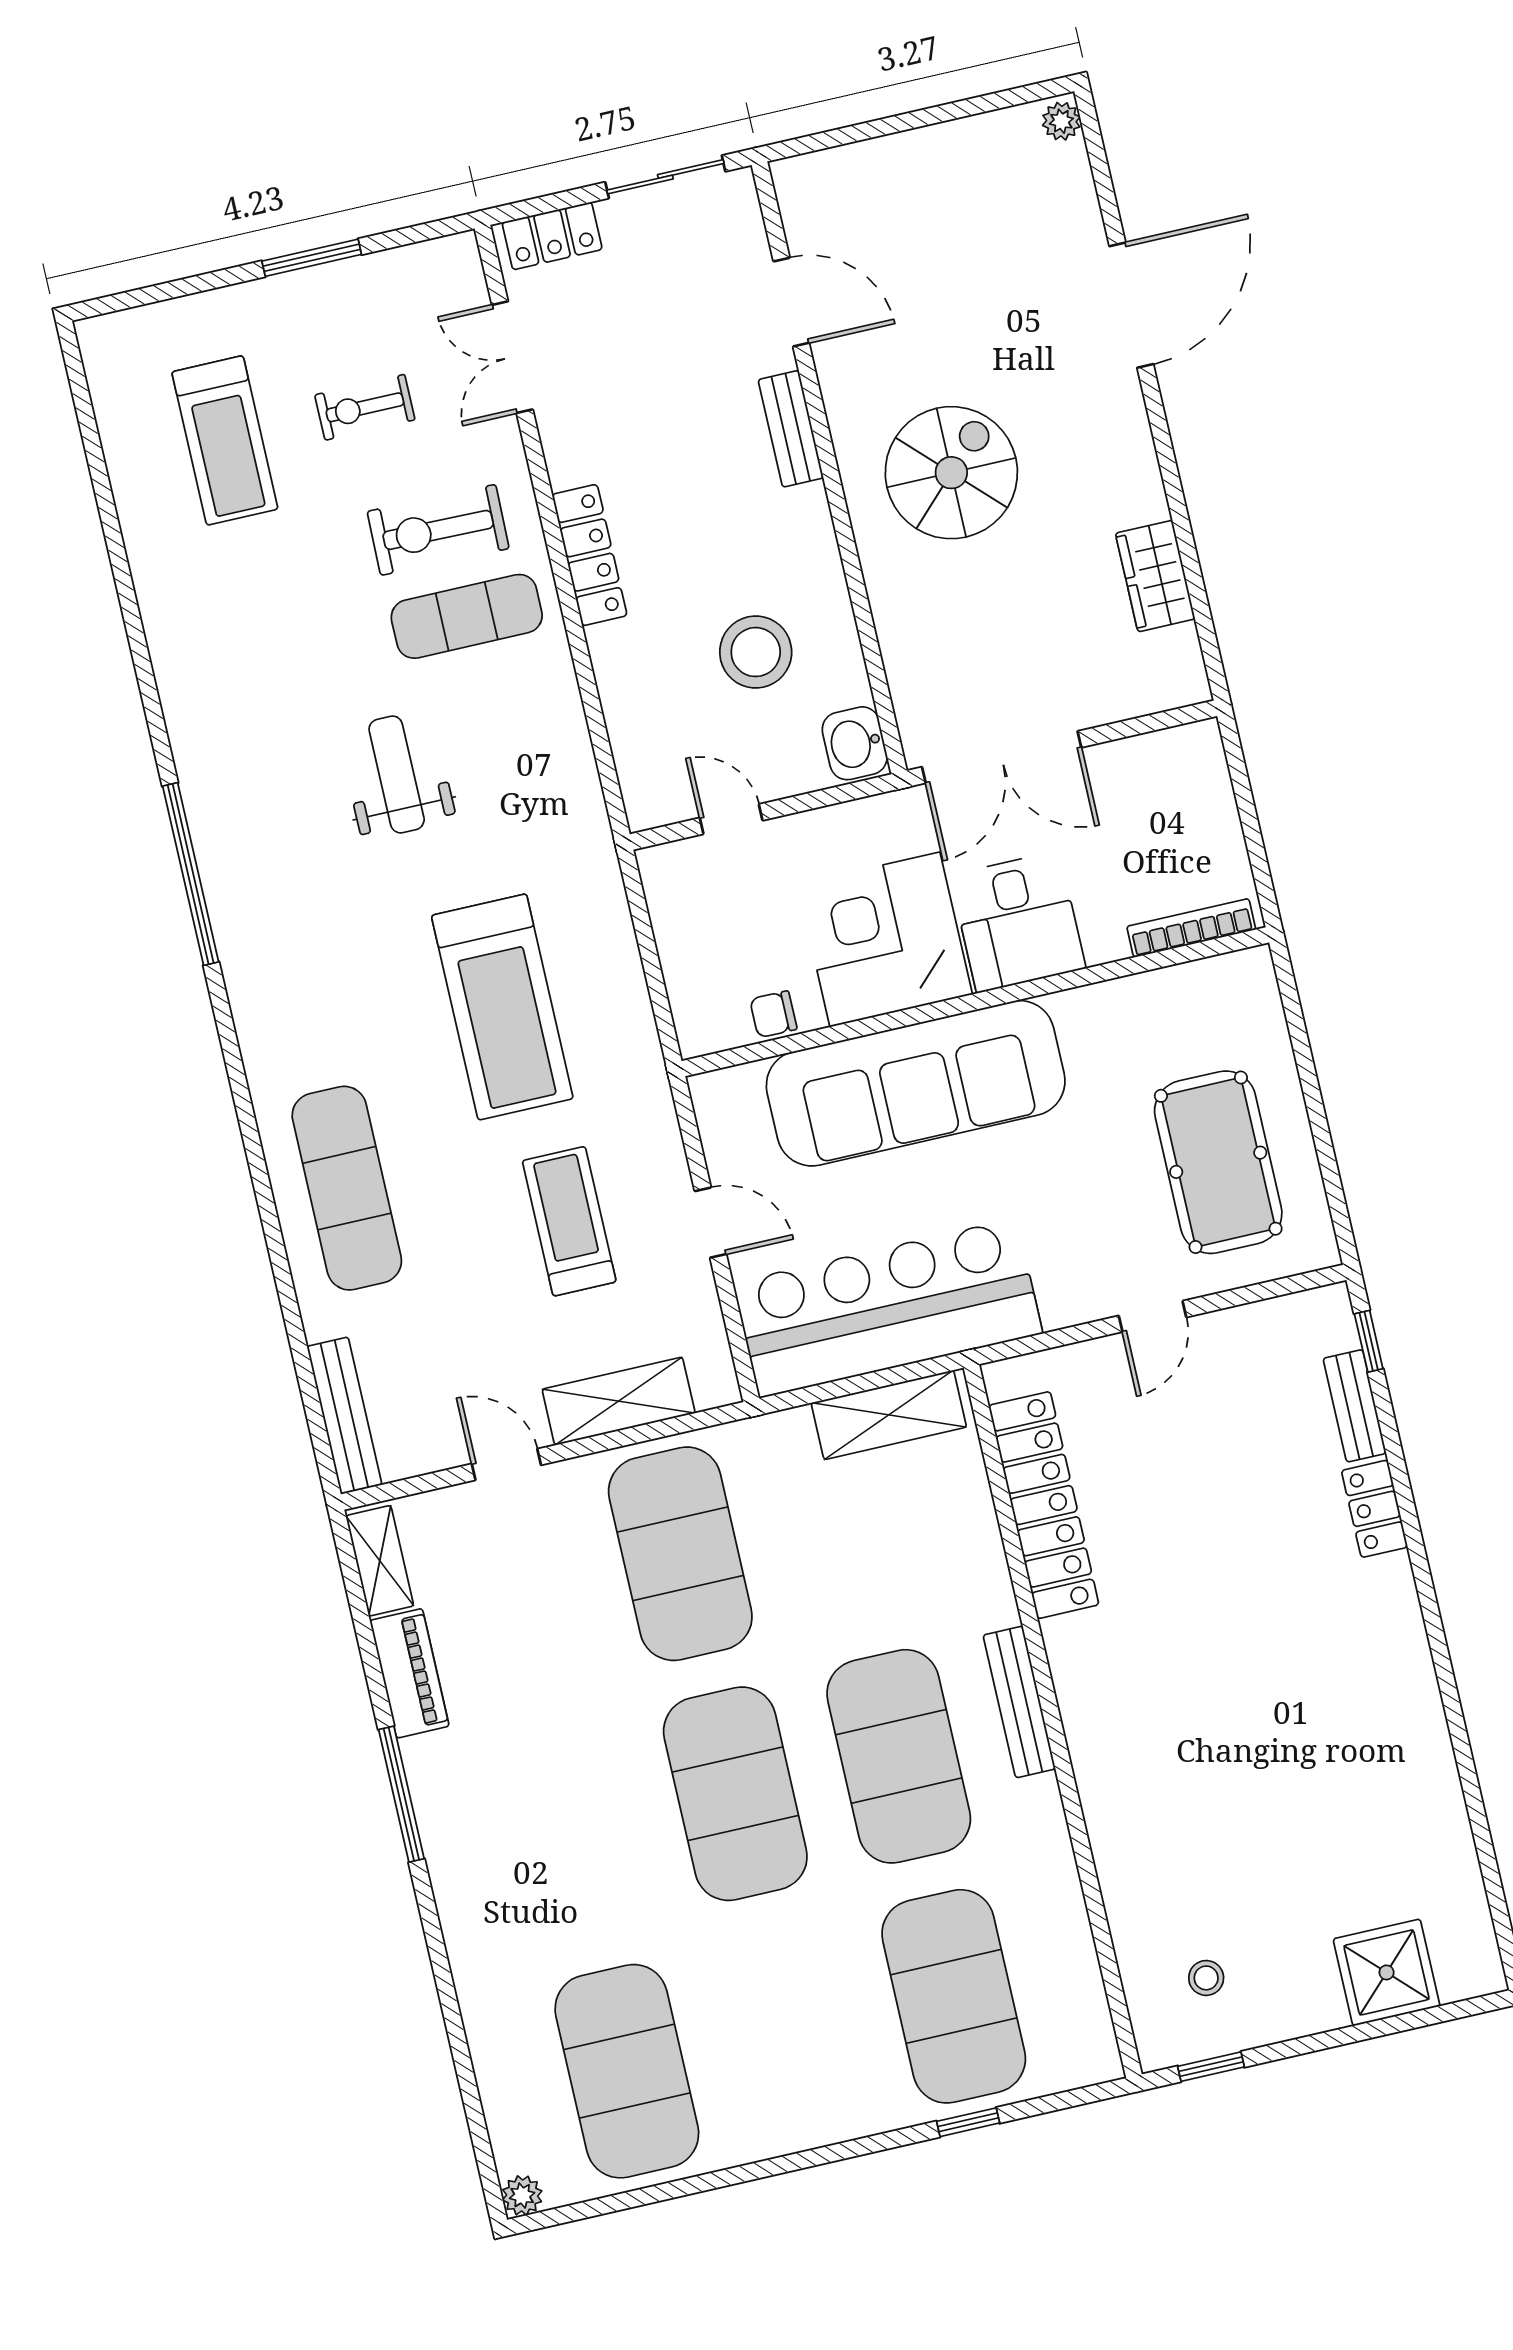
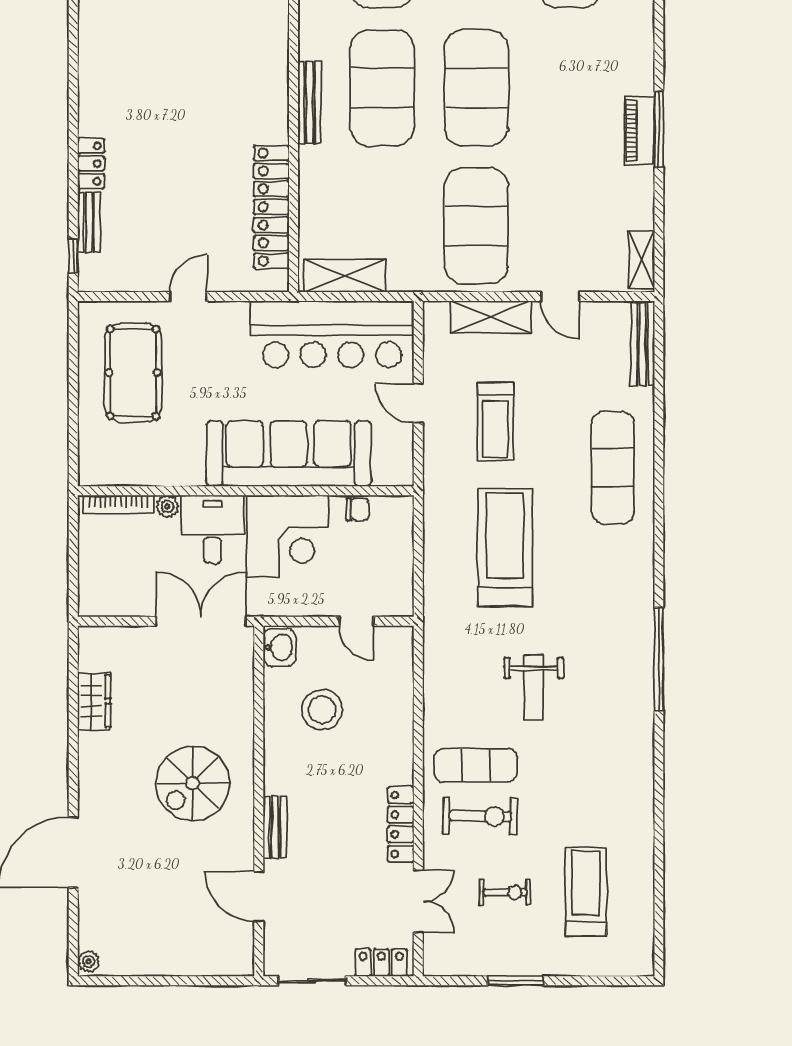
locker: (590, 555) -> (401, 824), moved
plant: (1105, 943) -> (167, 506), added
piano: (409, 1673) -> (639, 131), moved

